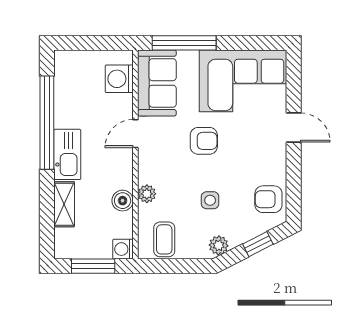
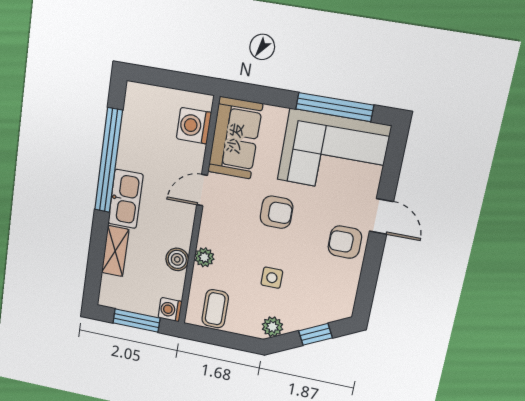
window: (184, 43) -> (335, 107), moved
armchair: (268, 199) -> (345, 242), moved

